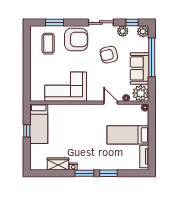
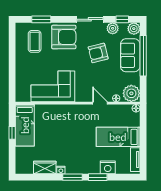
sofa: (140, 68) -> (130, 55), moved
nightstand: (118, 164) -> (108, 167), added

